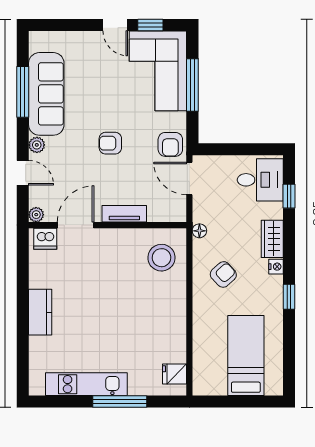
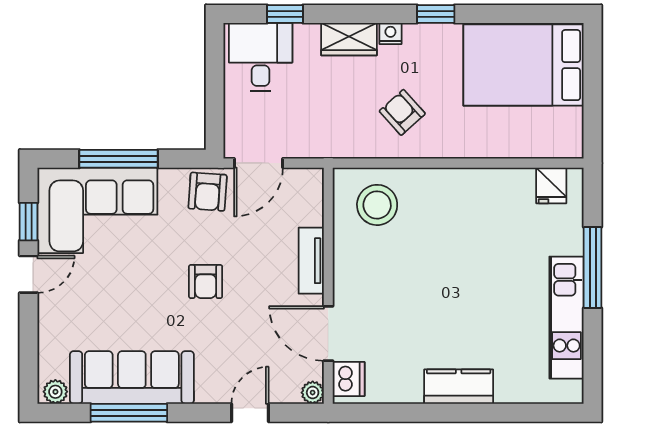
armchair: (170, 144) -> (208, 192), turned 94
plant: (37, 145) -> (55, 392), moved
floor lamp: (199, 231) -> (337, 148), removed
bed: (246, 355) -> (524, 65), width x1.50

